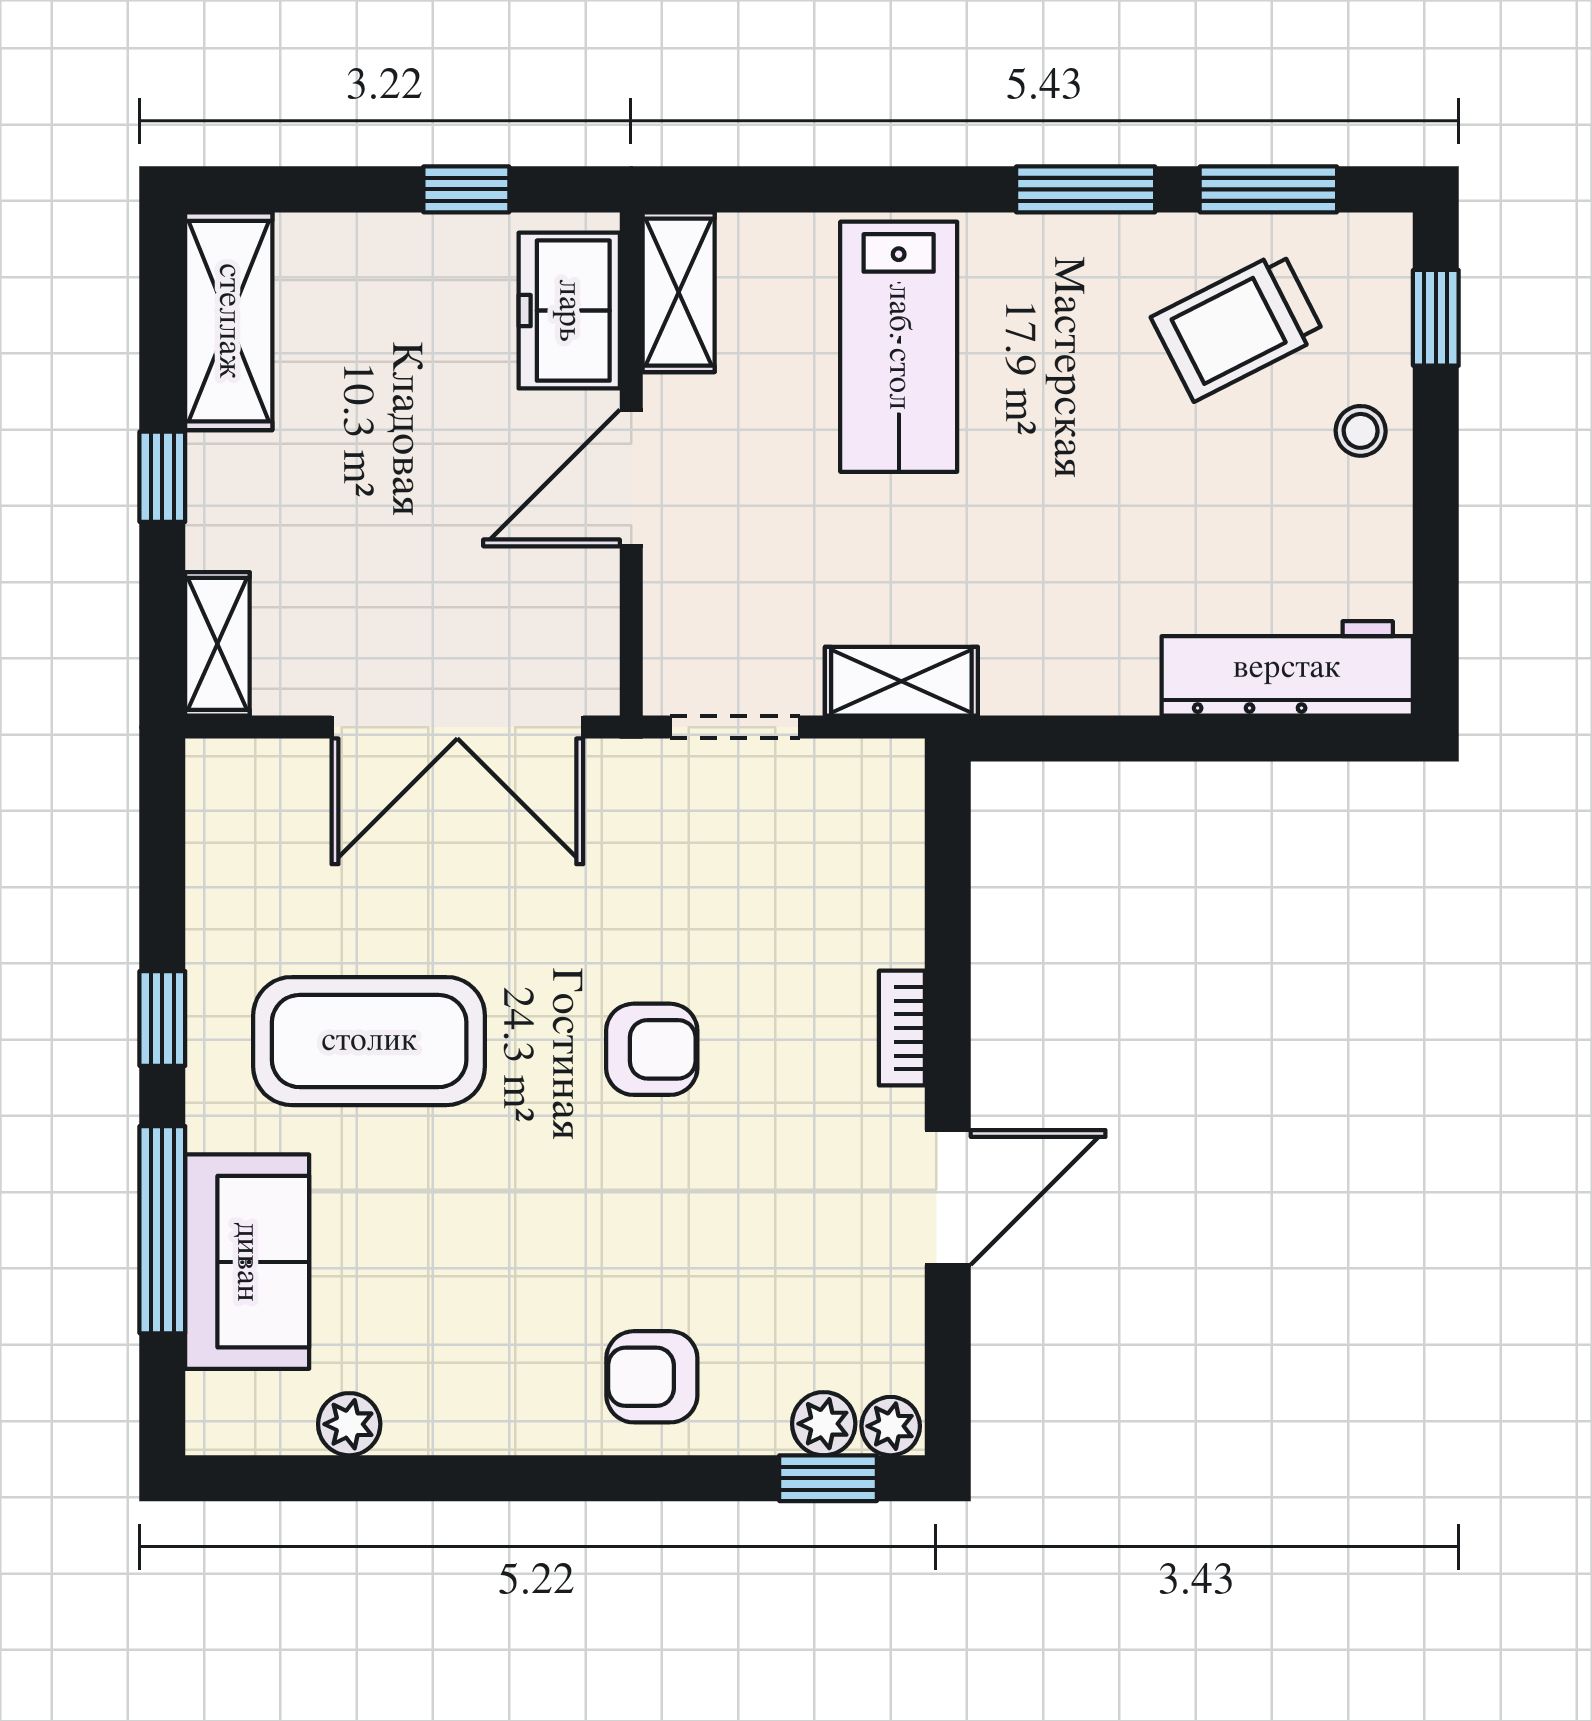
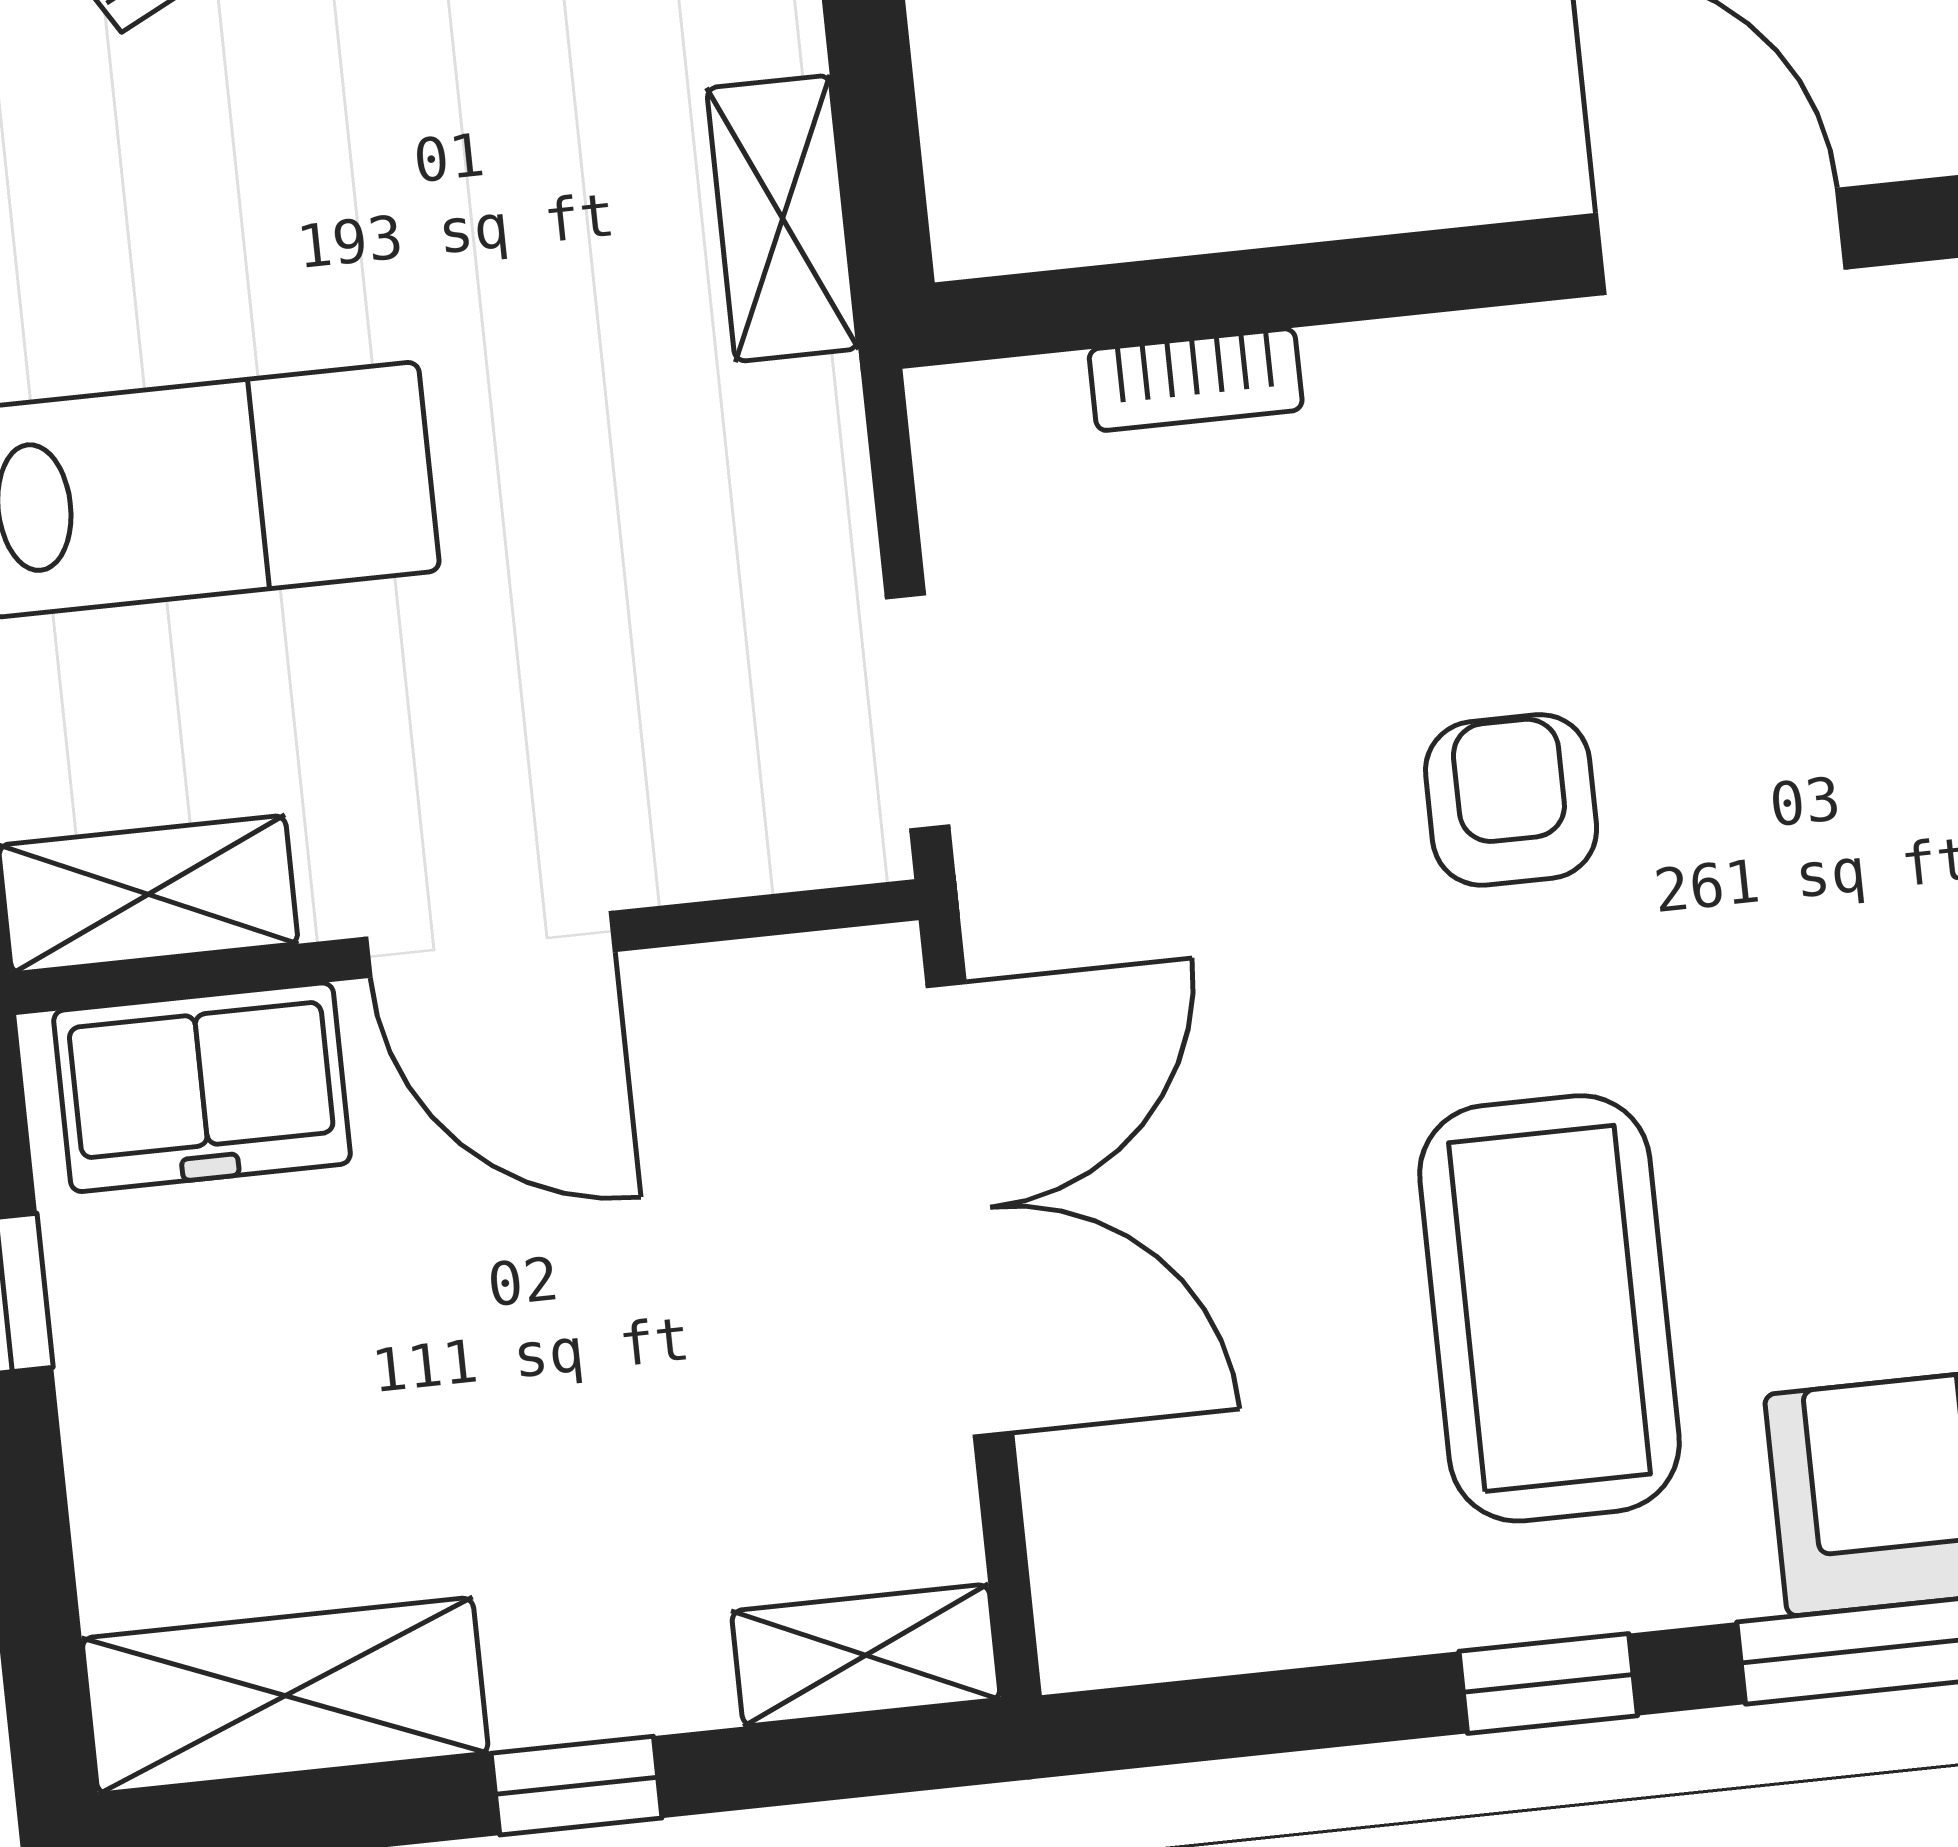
shelving: (901, 681) -> (783, 218), moved
bookcase: (902, 1028) -> (1196, 380), moved

